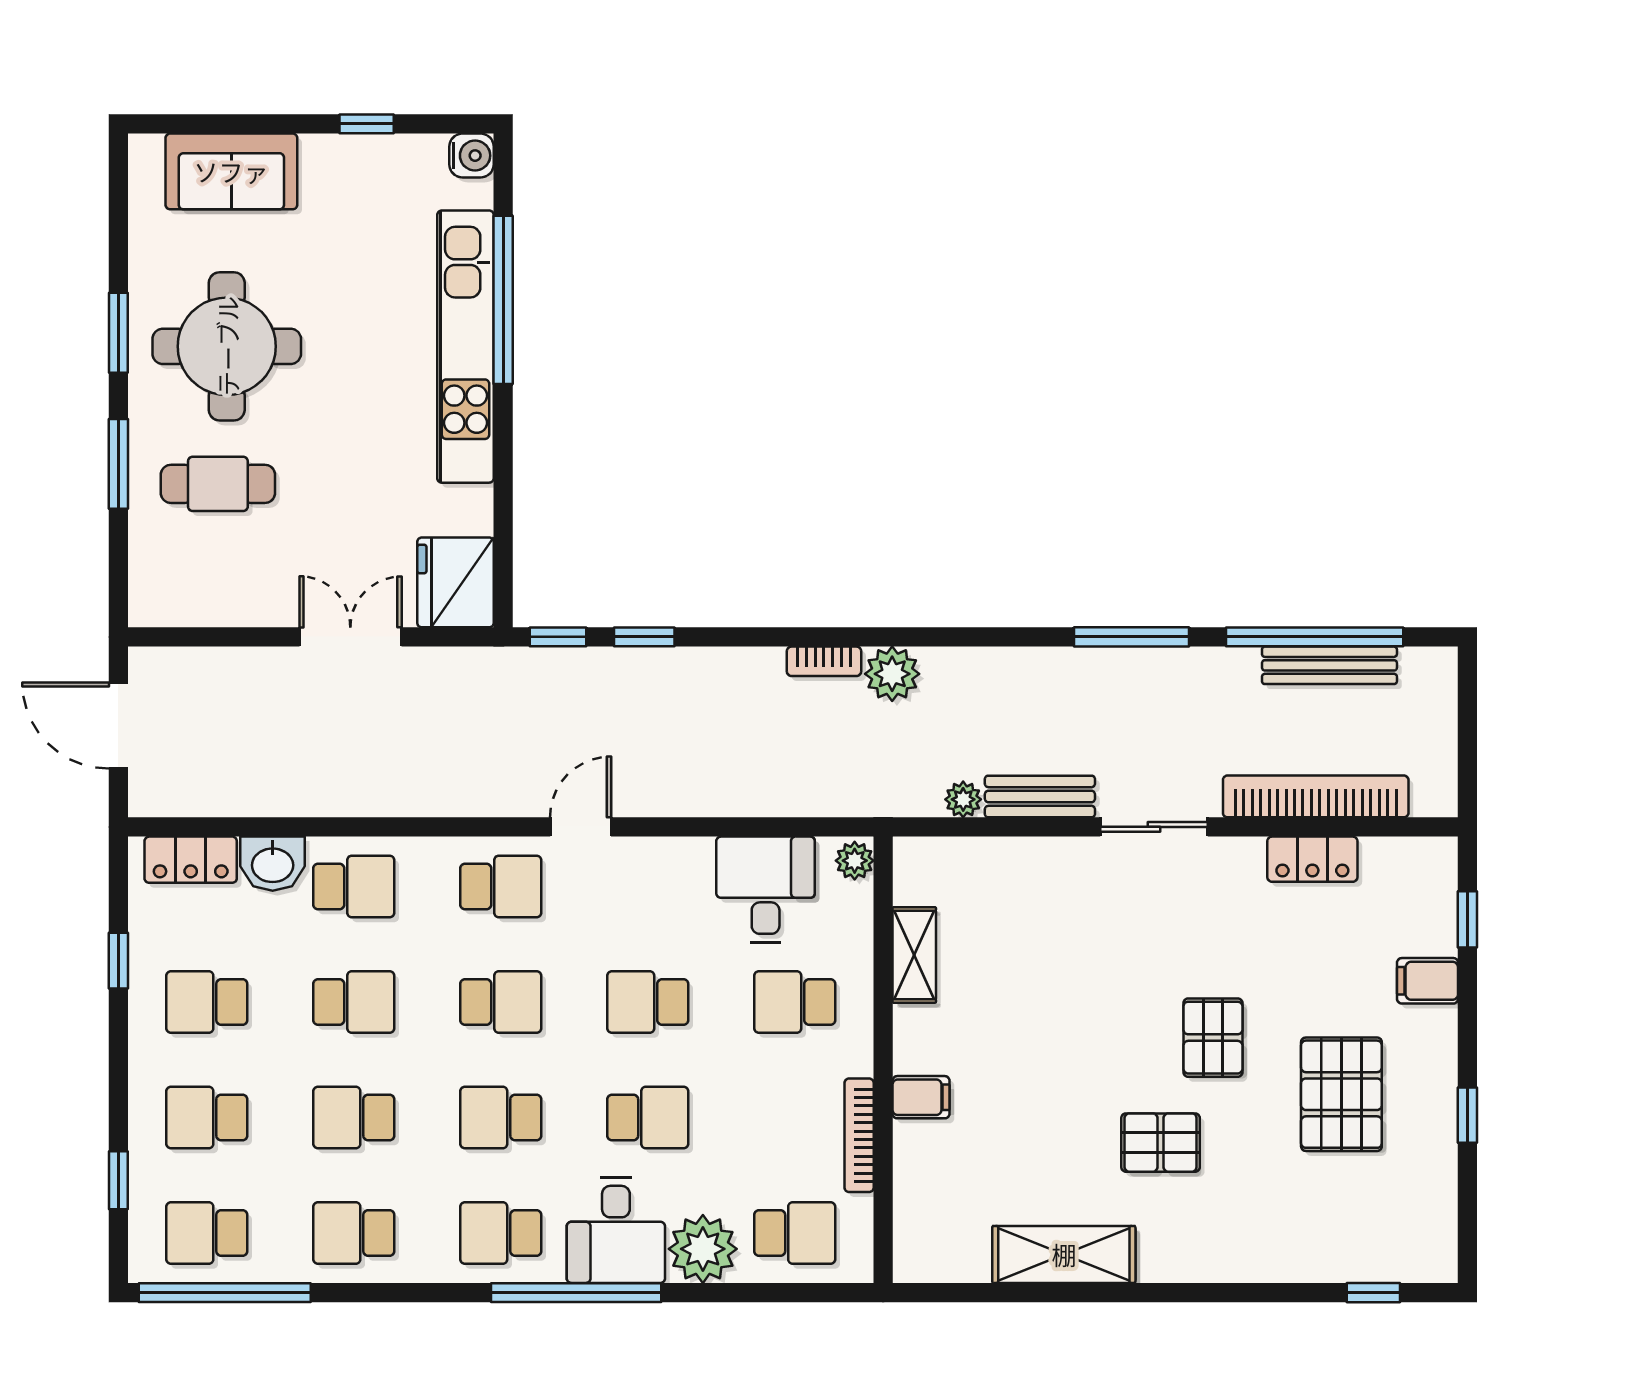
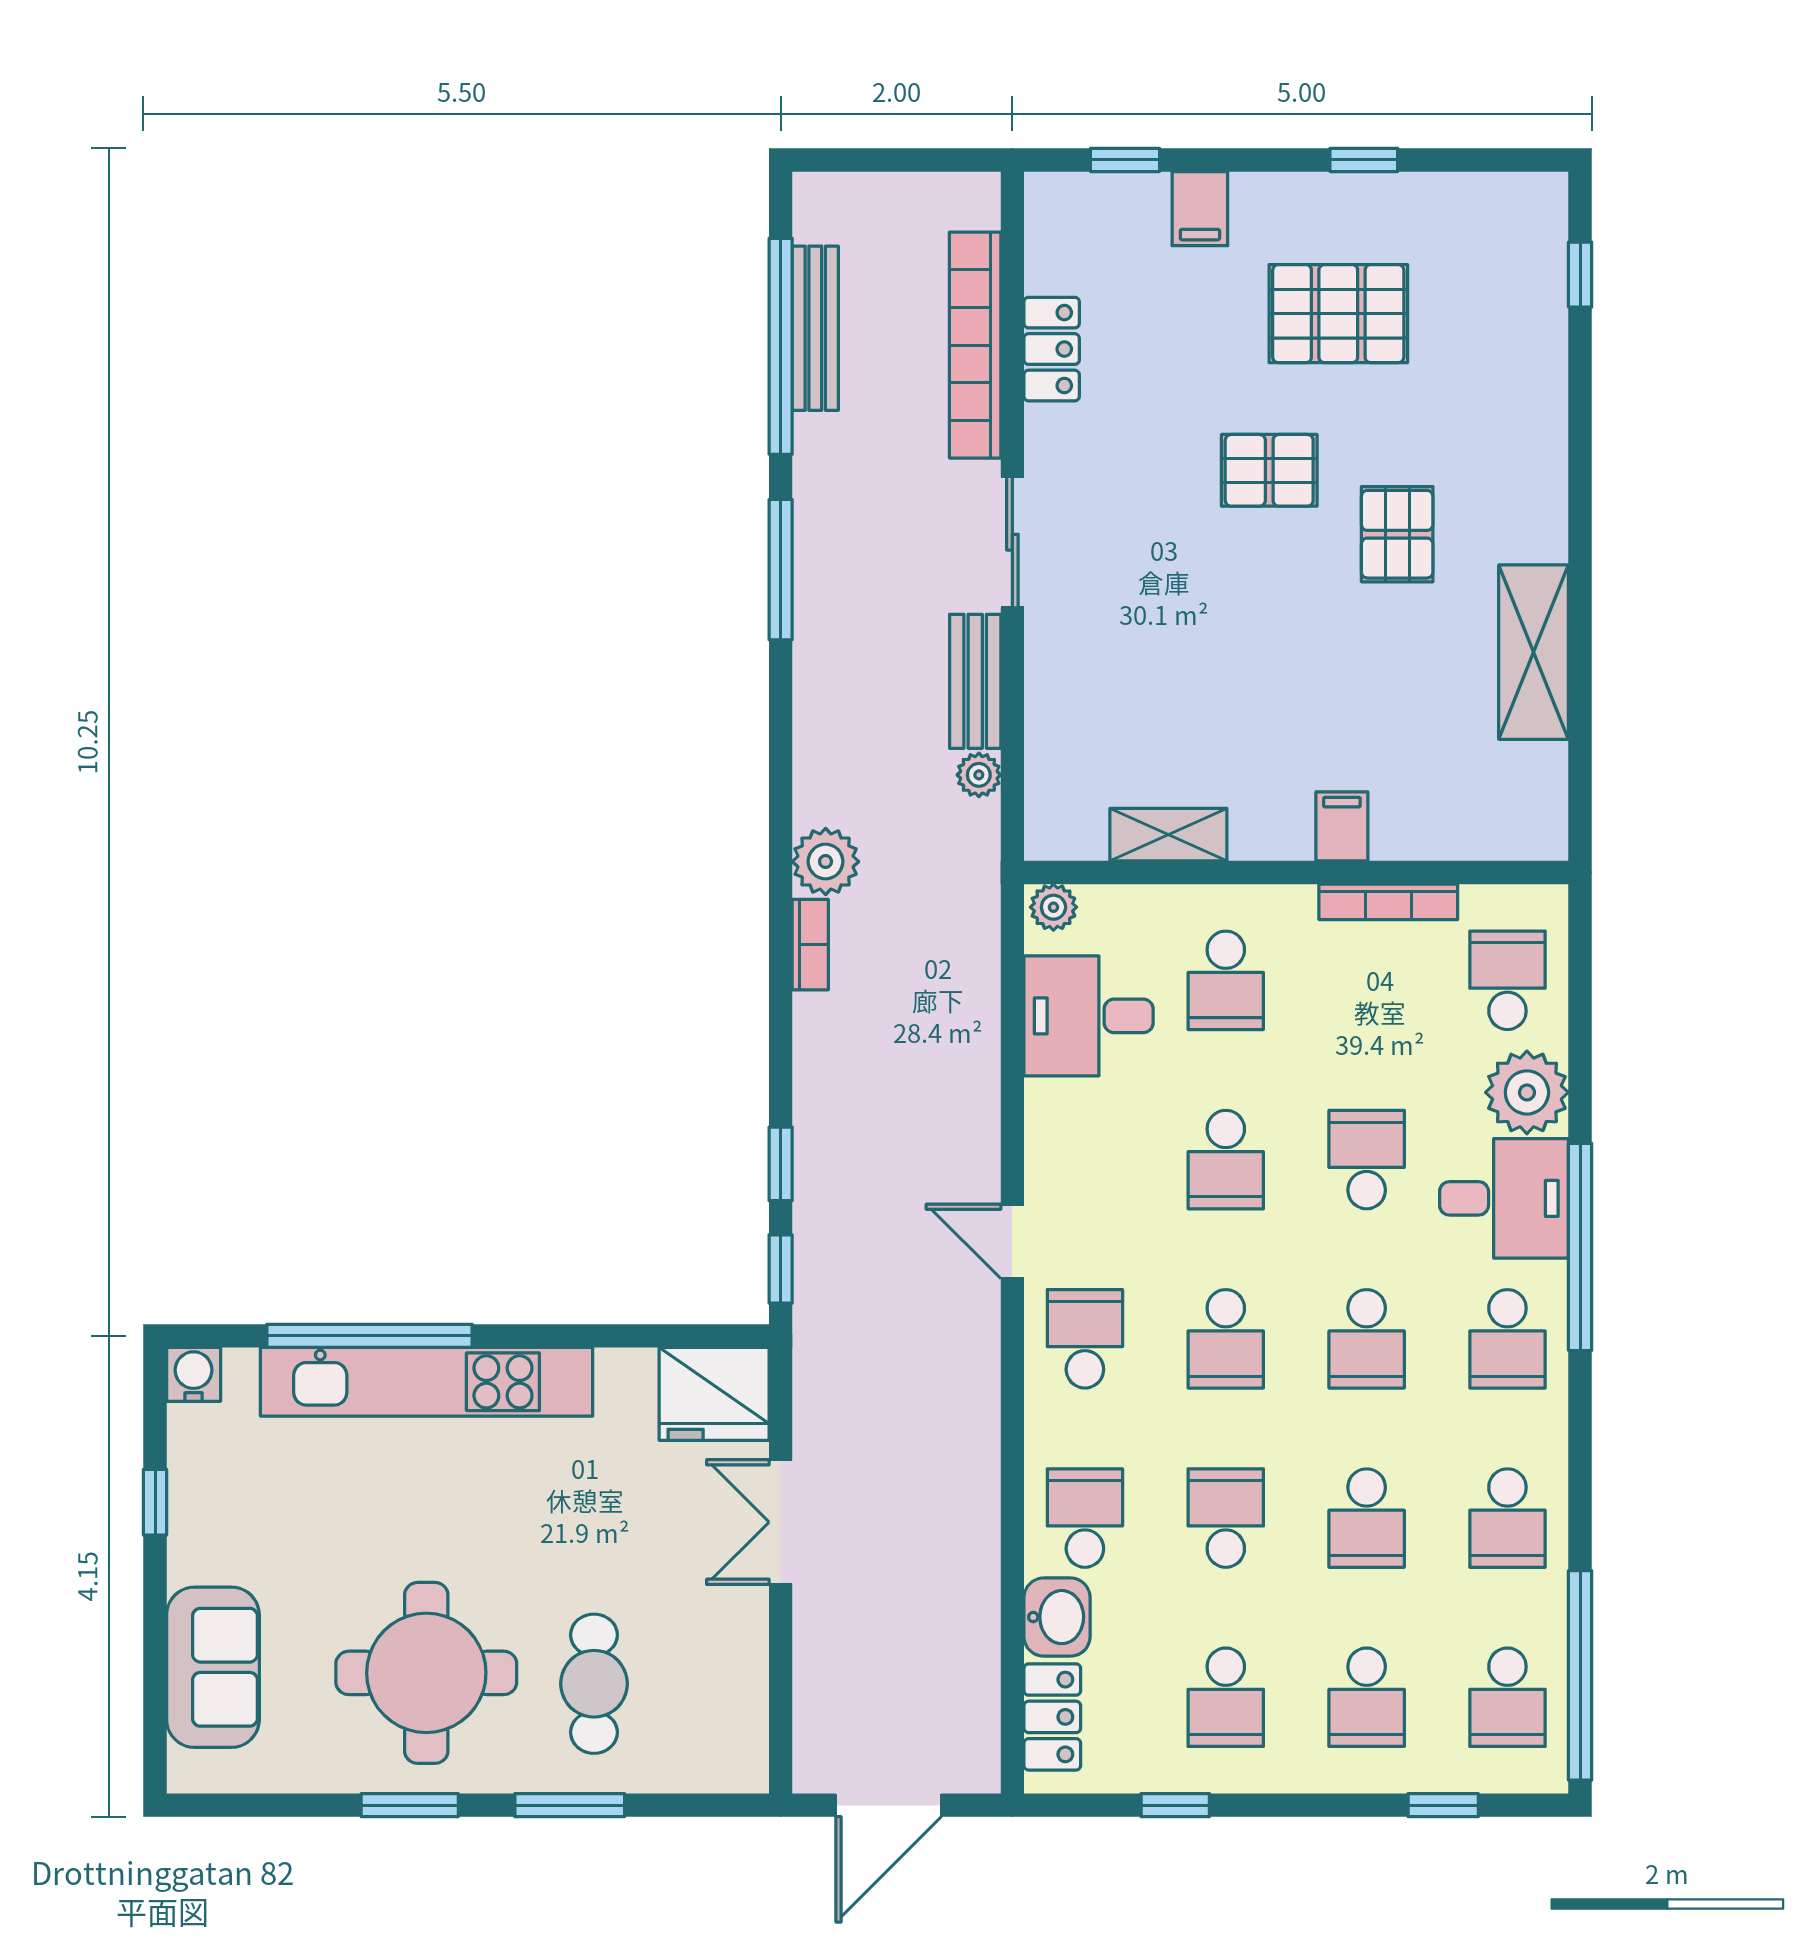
school desk: (501, 1002) -> (1226, 1339), turned 180

